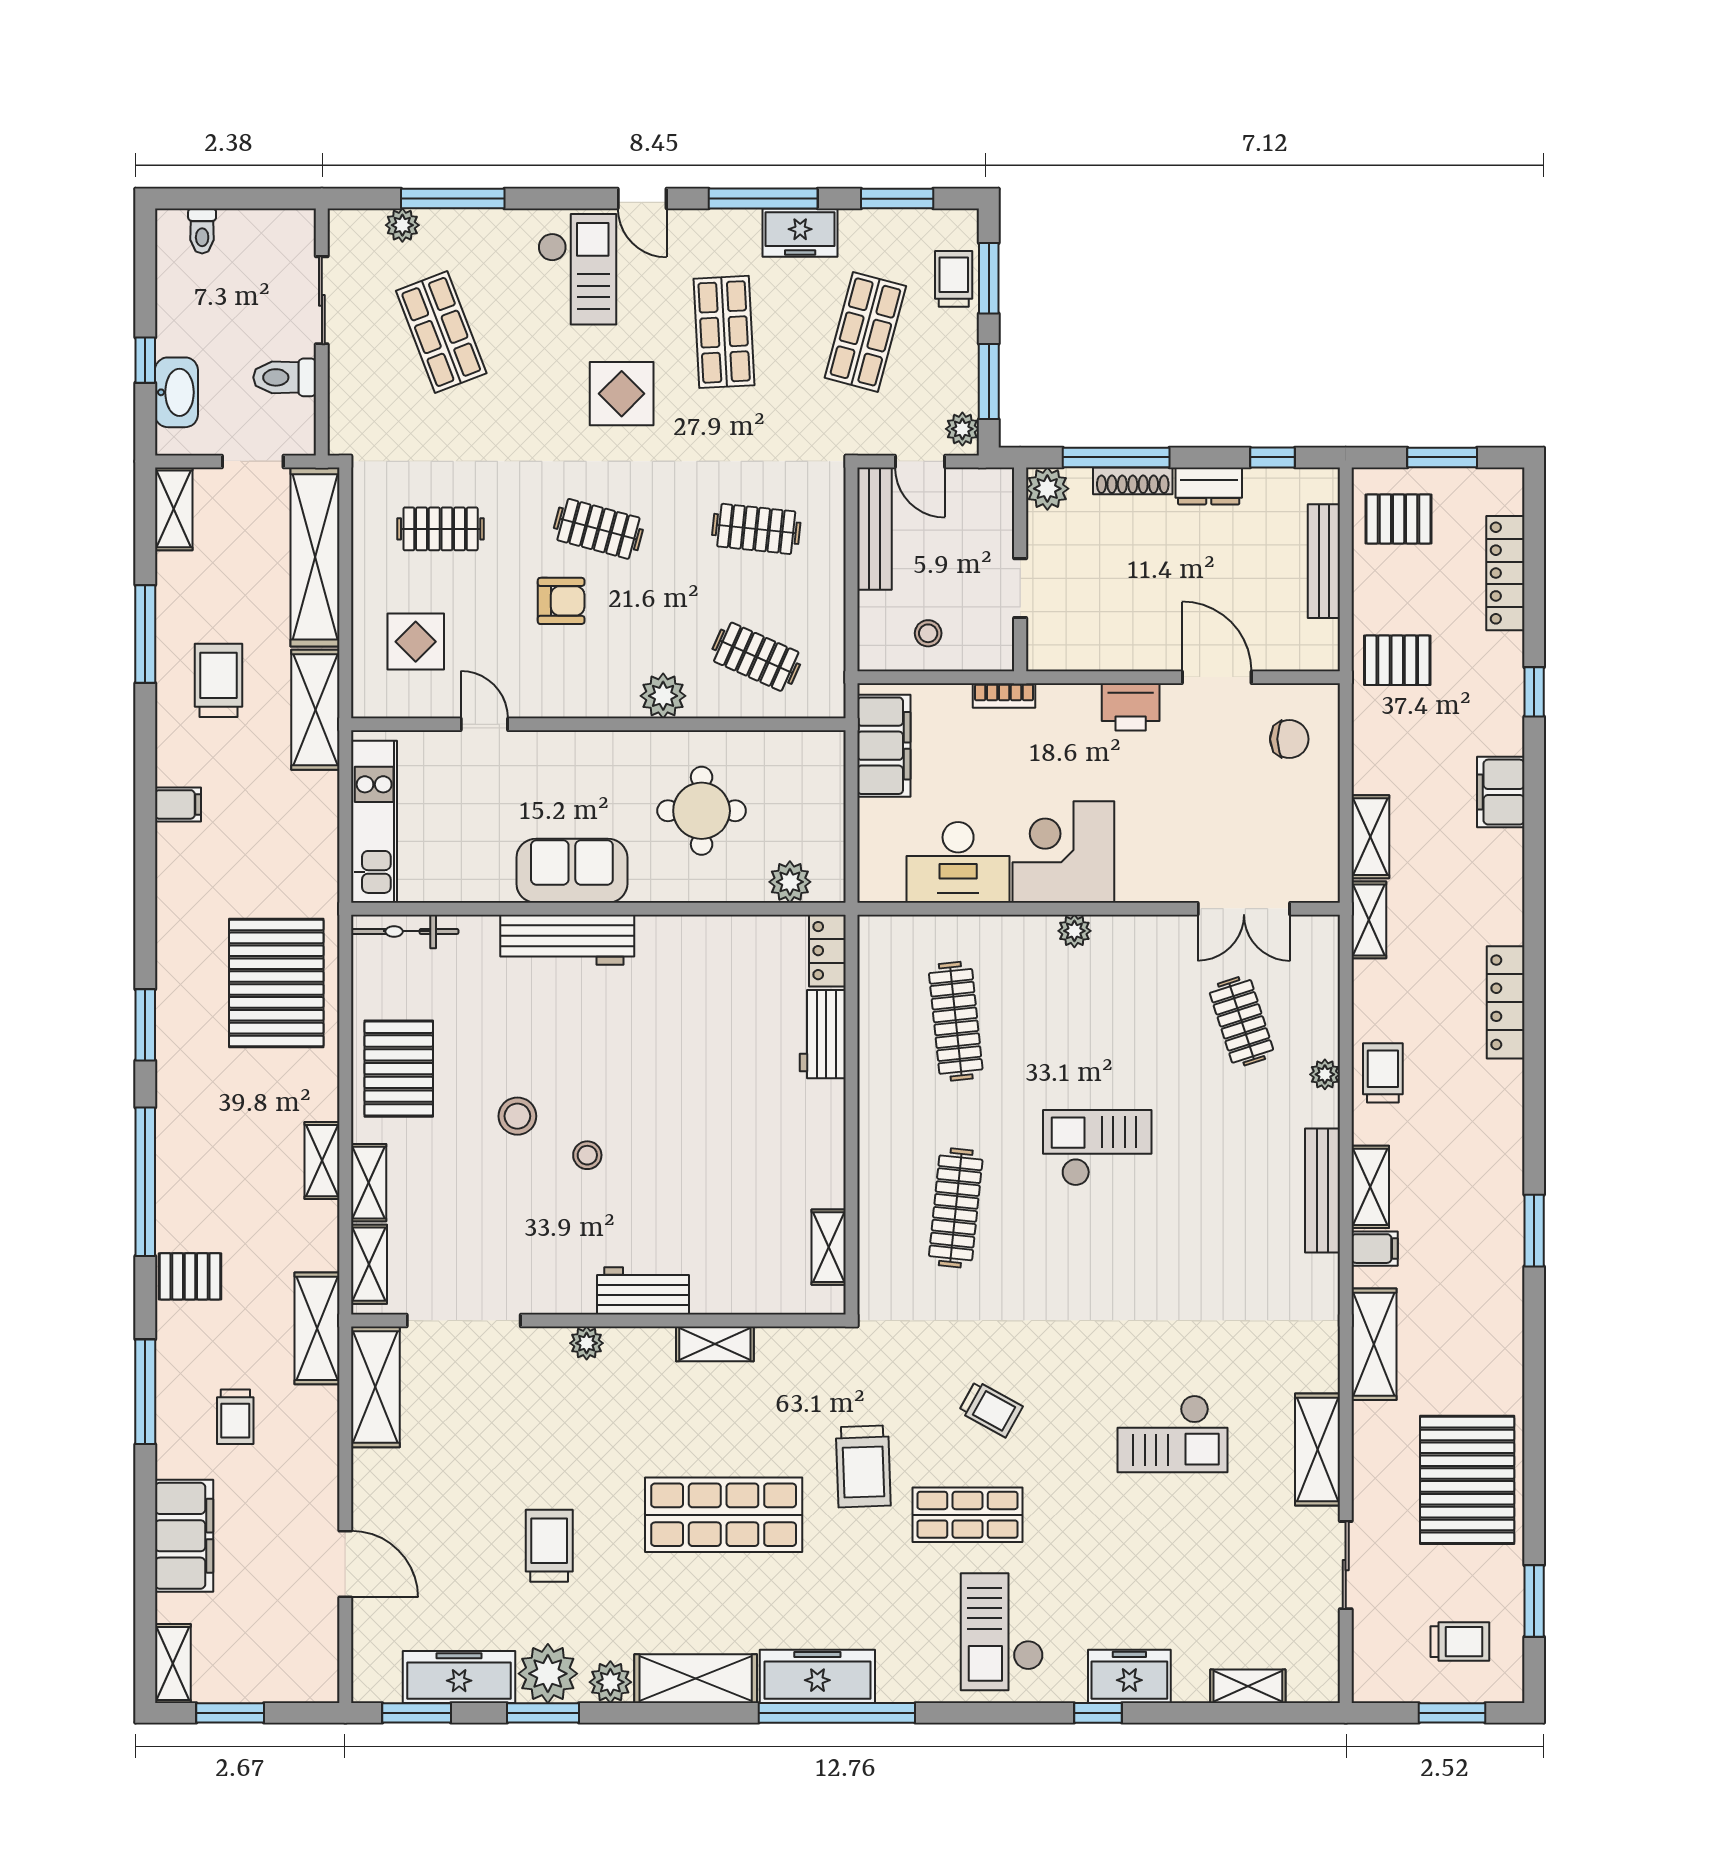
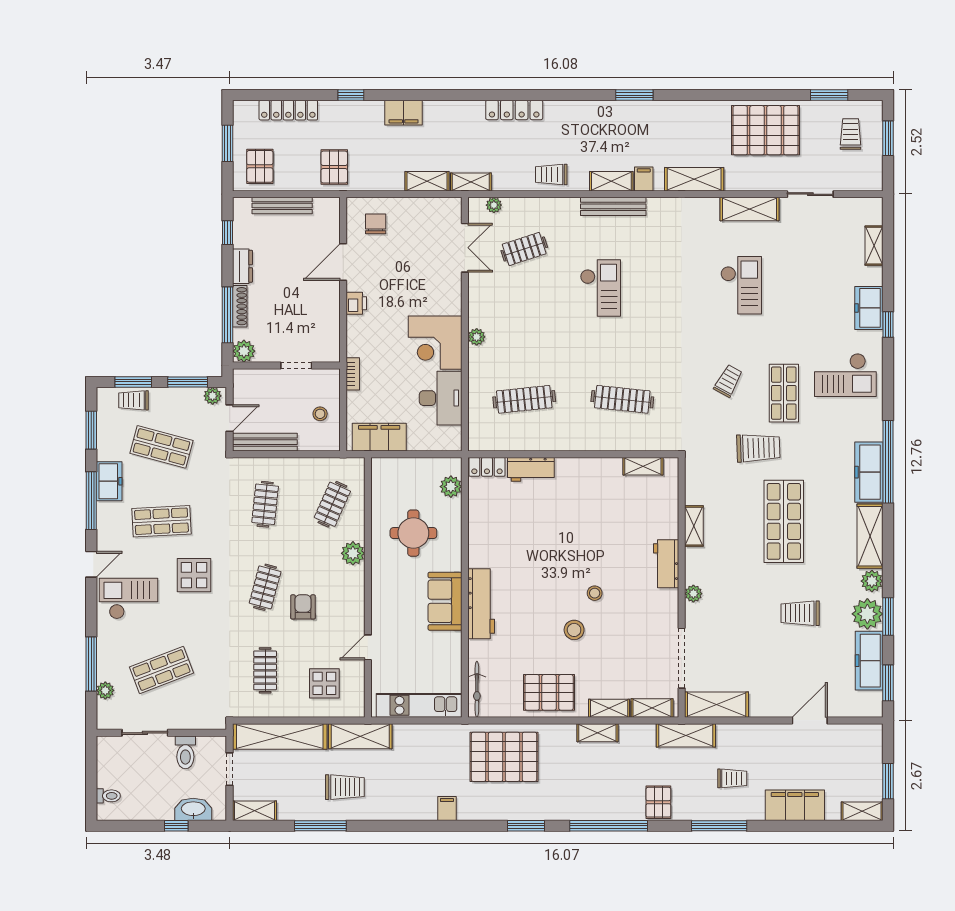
trolley: (219, 680) -> (345, 787), turned 180
printer: (1131, 707) -> (356, 303), width x0.73, depth x0.81
filing cabinet: (178, 804) -> (447, 808), moved
plant: (1325, 1074) -> (494, 205), moved
checkout: (1097, 1148) -> (601, 288), moved, turned 180

